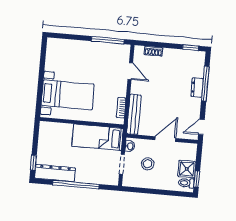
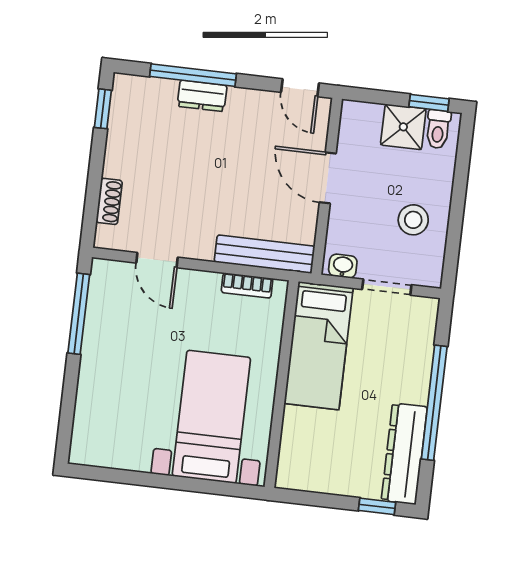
door: (130, 71) -> (157, 260), swing flipped
stool: (148, 164) -> (413, 220), moved

